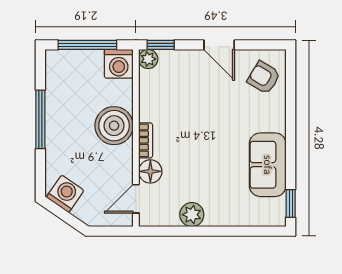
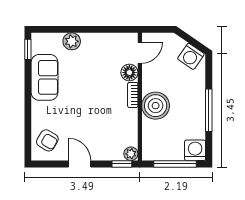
washing machine: (119, 64) -> (195, 150), moved
plant: (192, 215) -> (72, 41), moved

